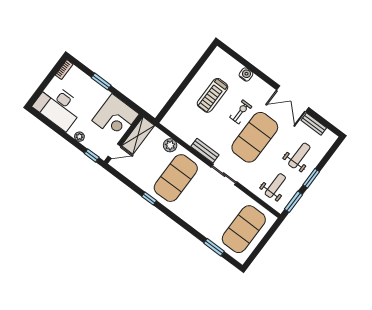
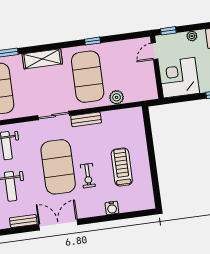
shelving: (138, 136) -> (42, 59), moved, turned 90

